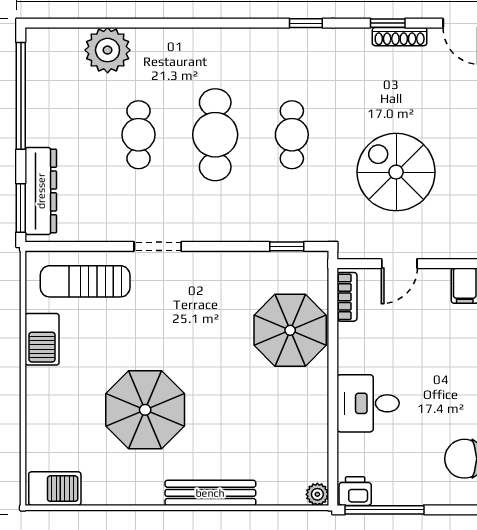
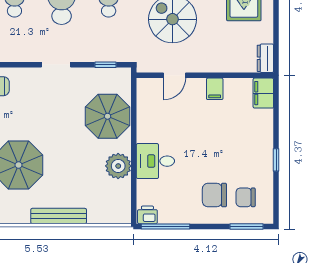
doorway: (158, 246) -> (56, 65), moved
bookcase: (347, 297) -> (142, 96), removed
plant: (317, 494) -> (118, 166), moved, width x1.87, depth x1.87

